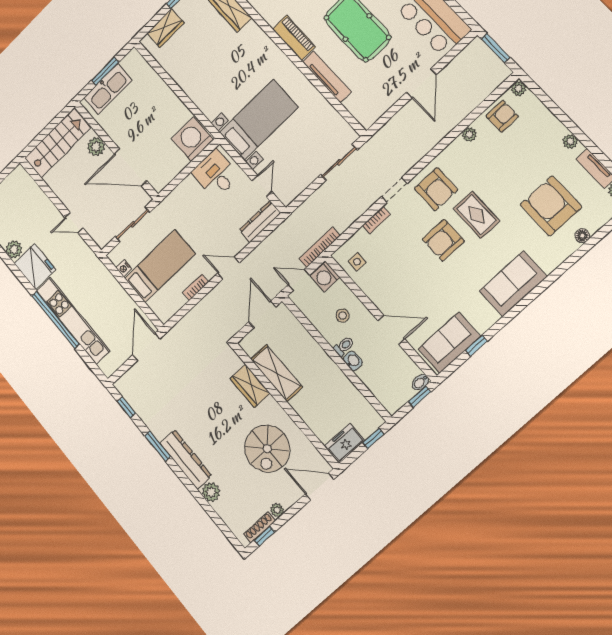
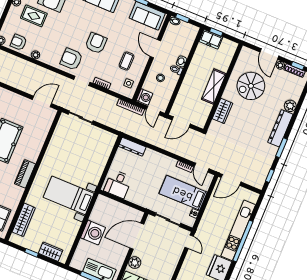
tv unit: (327, 77) -> (38, 146), removed
door: (421, 83) -> (42, 102), moved
bed with nightstands: (259, 120) -> (69, 195), moved
washing machine: (192, 139) -> (93, 233), moved, turned -90
door: (130, 167) -> (137, 236), swing flipped
door: (262, 186) -> (113, 154), removed
armchair: (436, 189) -> (71, 59), turned -90
rug: (476, 215) -> (34, 16), moved, turned 90
door: (74, 223) -> (189, 242), moved
armchair: (443, 240) -> (96, 43), turned -90
door: (228, 268) -> (202, 168), moved
coffee table: (393, 275) -> (127, 61), added
shelving: (277, 373) -> (214, 87), moved
freezer: (345, 443) -> (211, 39), moved
spiral stairs: (267, 449) -> (251, 86), turned 180
door: (319, 487) -> (269, 54), moved

